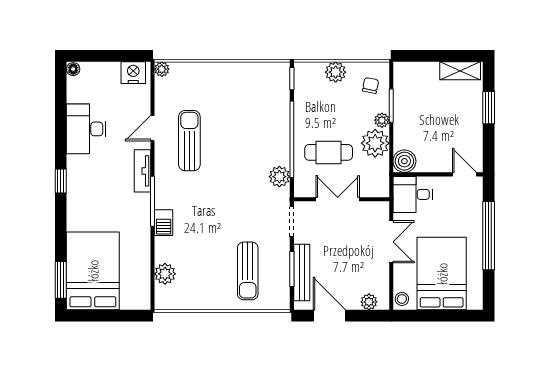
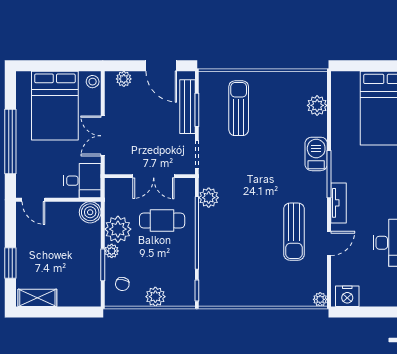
barbecue: (164, 223) -> (316, 154), width x1.38, depth x1.27

